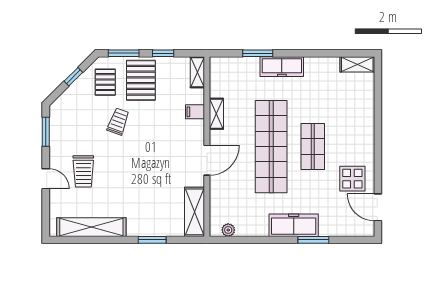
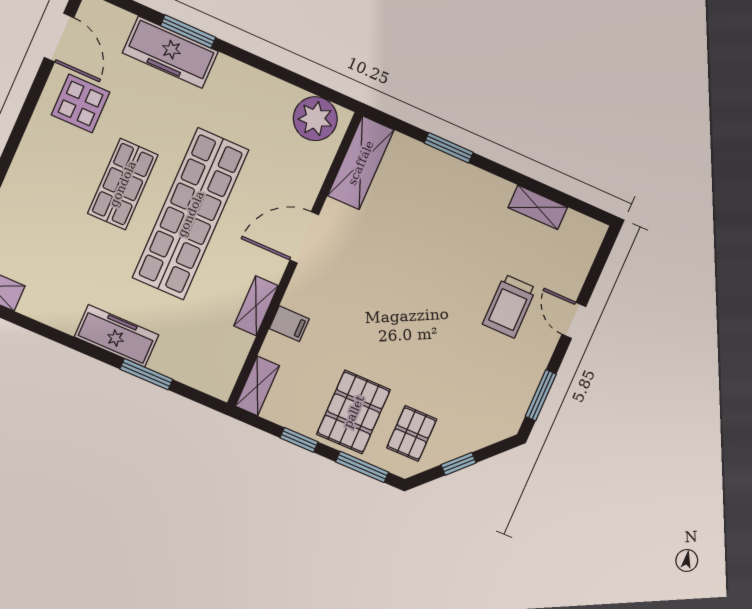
trolley: (118, 121) -> (419, 362), removed
trolley: (83, 171) -> (509, 306), turned 180
freezer: (294, 225) -> (170, 52), moved
shelving: (91, 227) -> (538, 207), width x0.45, depth x0.75
plant: (228, 230) -> (315, 119), width x1.87, depth x1.87

